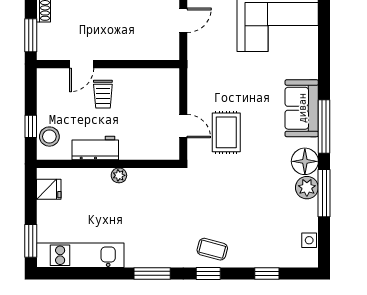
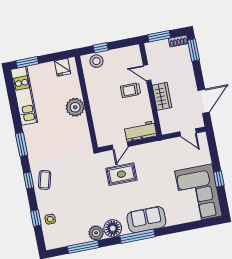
wardrobe: (121, 49) -> (162, 96), added
workbench: (95, 148) -> (141, 131), moved, turned -90
plant: (119, 175) -> (75, 107), width x1.88, depth x1.88
window: (324, 193) -> (83, 247), moved
side table: (309, 240) -> (50, 219), moved

